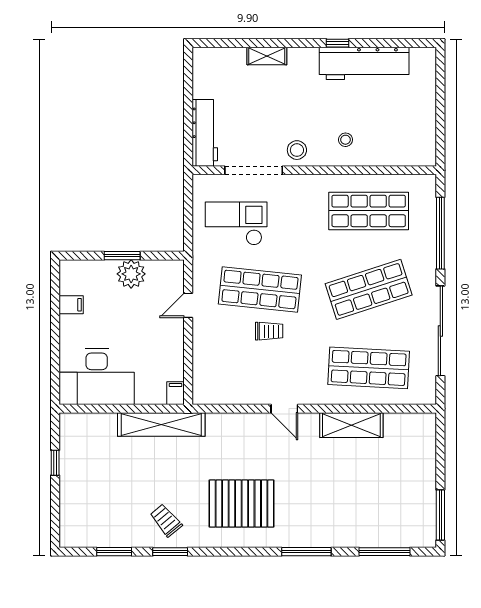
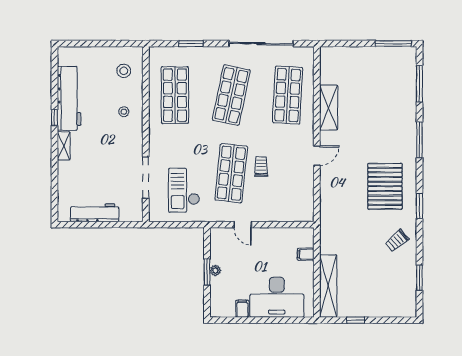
shelving: (267, 56) -> (64, 146), moved
workbench: (205, 133) -> (95, 213), moved
stool: (297, 150) -> (124, 71), moved
window: (440, 233) -> (191, 44), width x0.47
plant: (131, 274) -> (215, 270), width x0.53, depth x0.53
shop shelf: (369, 289) -> (231, 95), turned 30
desk: (97, 377) -> (277, 297), moved, turned 90
filing cabinet: (176, 393) -> (306, 254), moved
shelving: (161, 424) -> (328, 286), moved
window: (170, 552) -> (419, 206), moved

